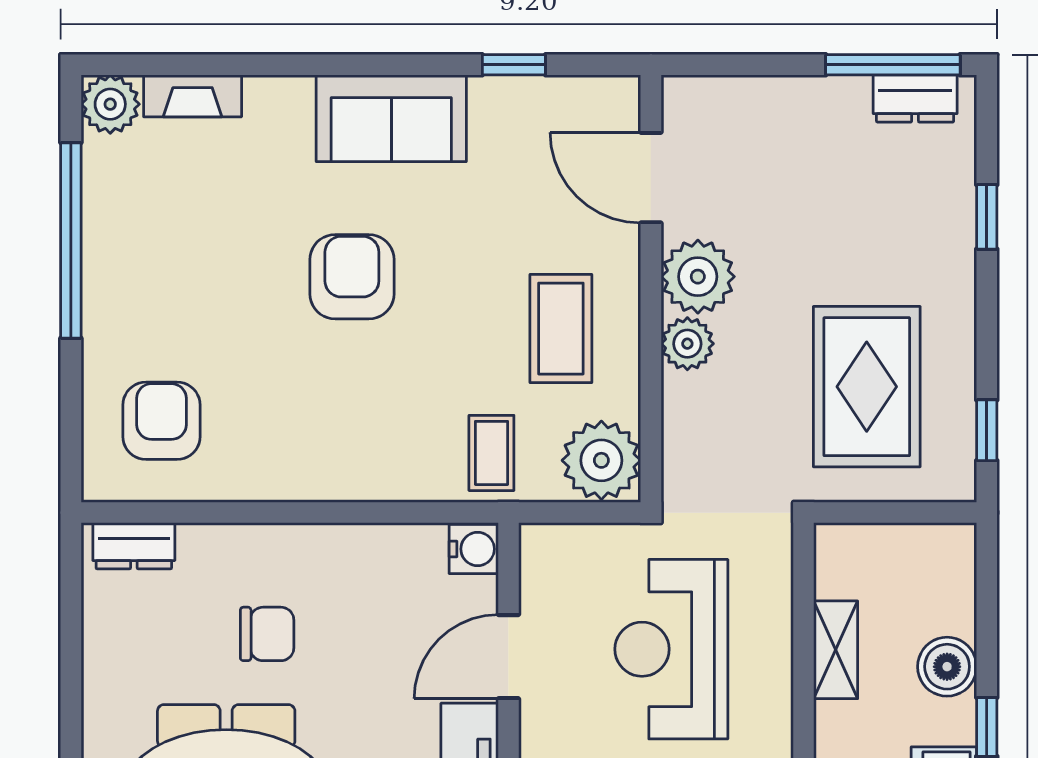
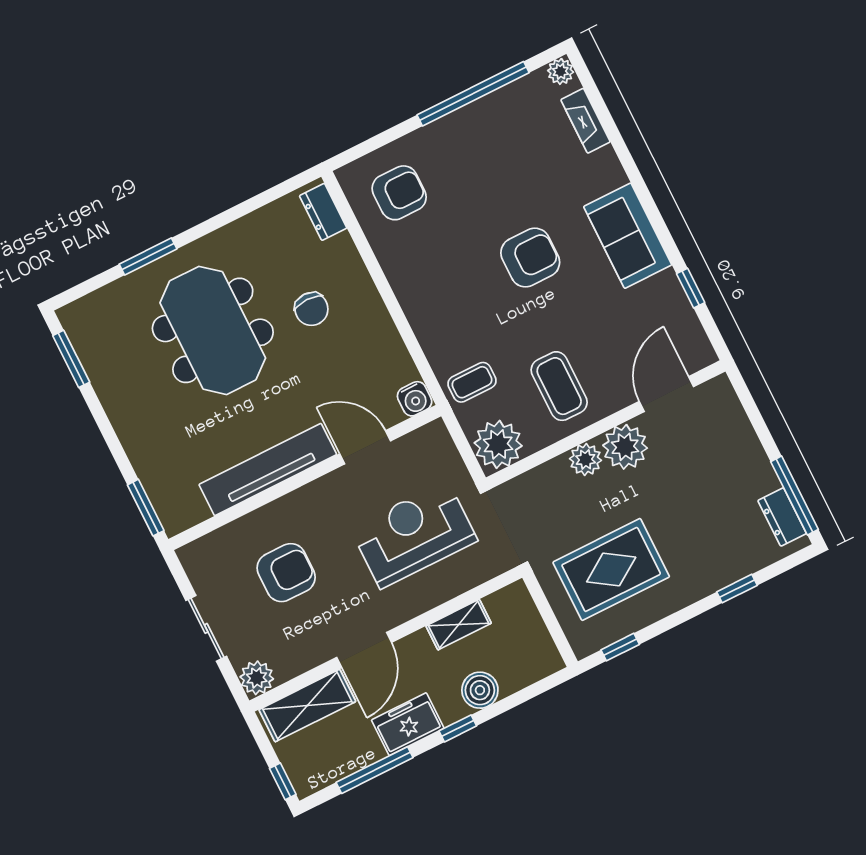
plant: (110, 104) -> (561, 71), width x0.73, depth x0.73
coffee table: (561, 329) -> (559, 386), turned 90

